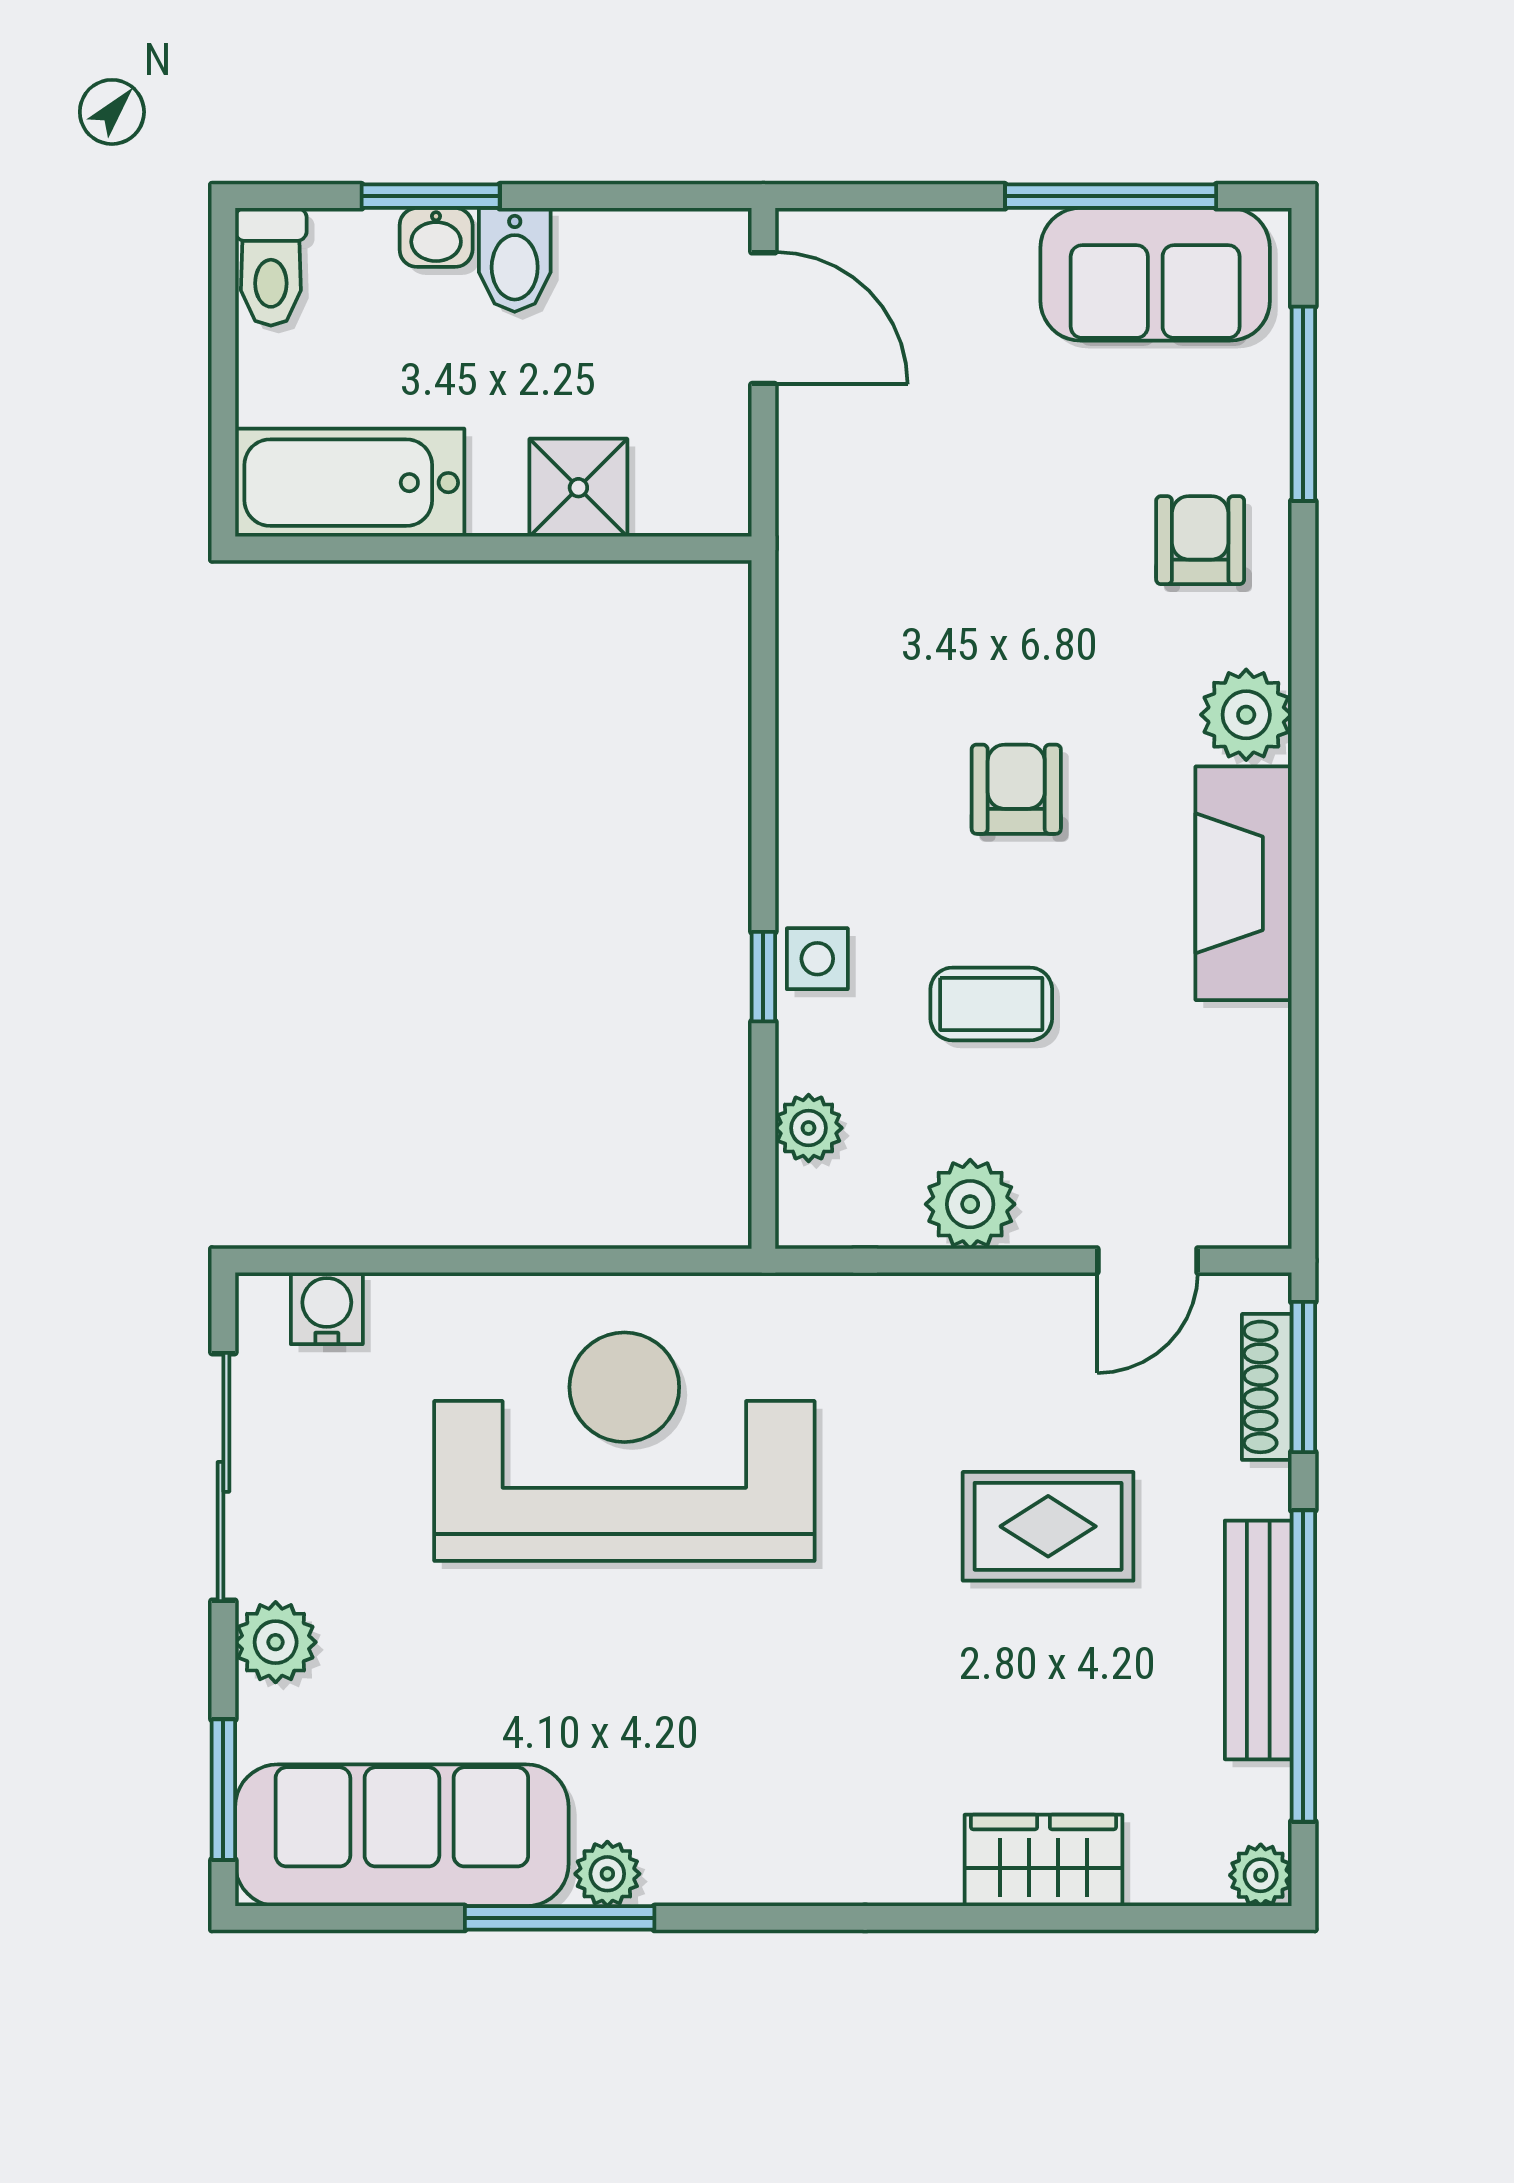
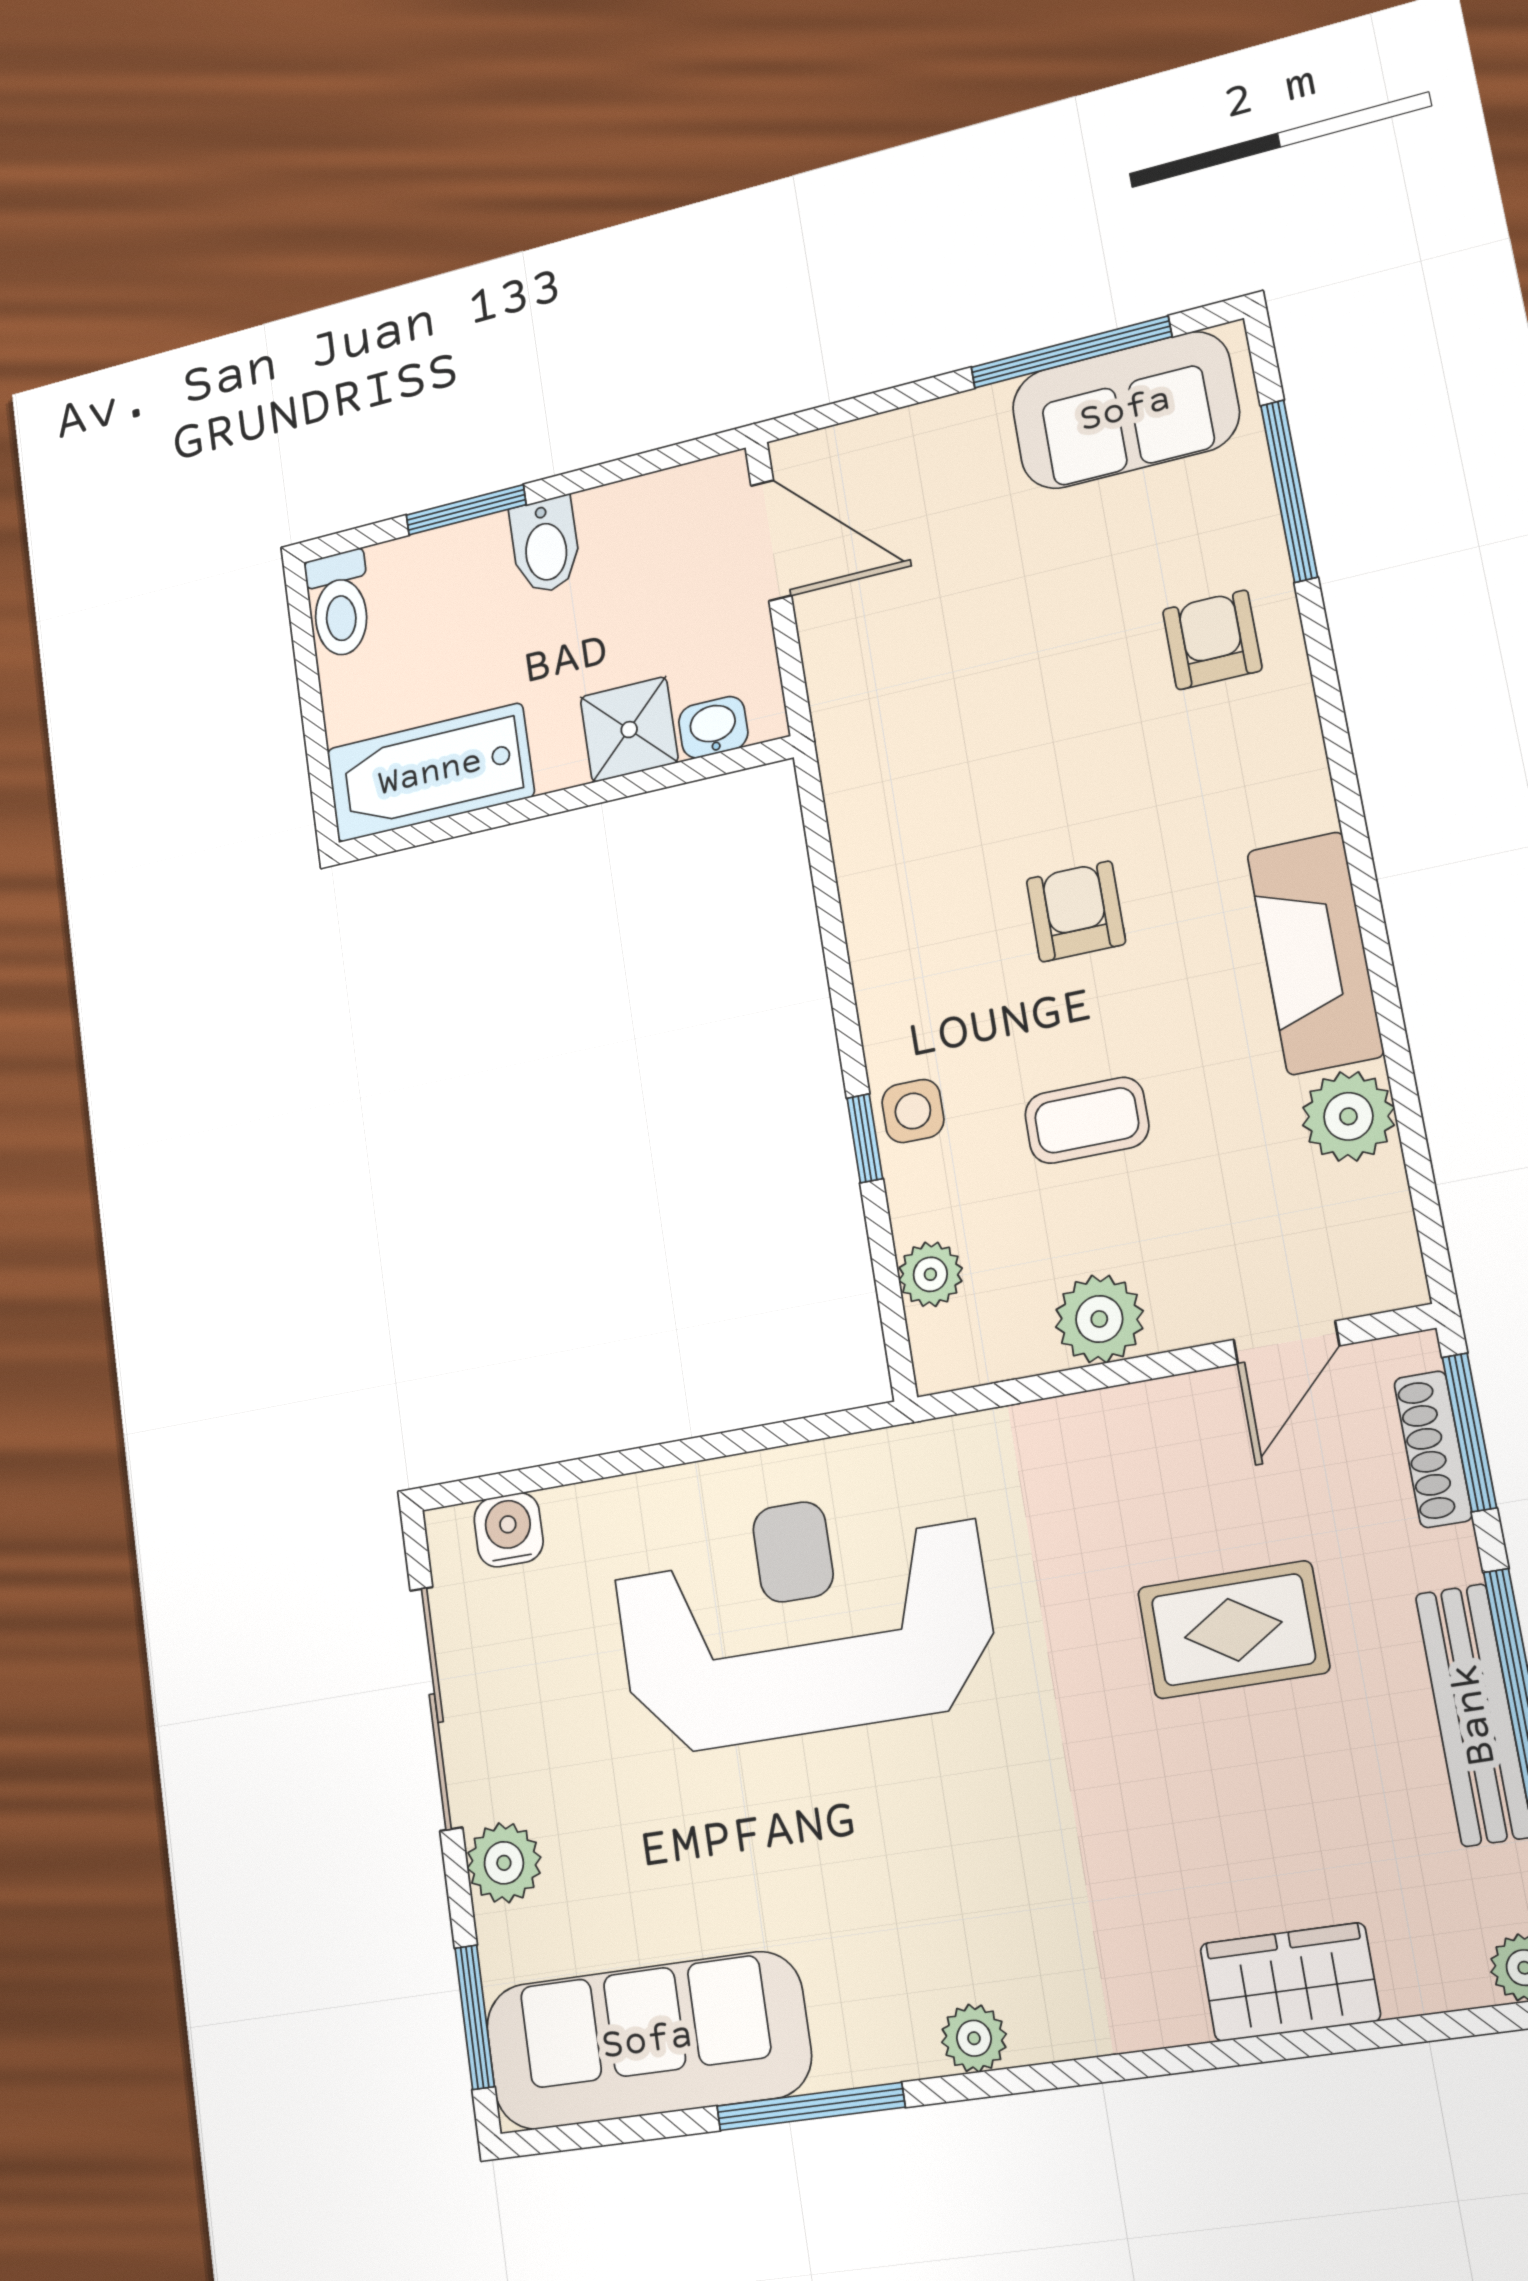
washbasin: (436, 237) -> (713, 727), moved, turned 180
plant: (1246, 715) -> (1348, 1116), moved
plant: (607, 1874) -> (974, 2038), moved

